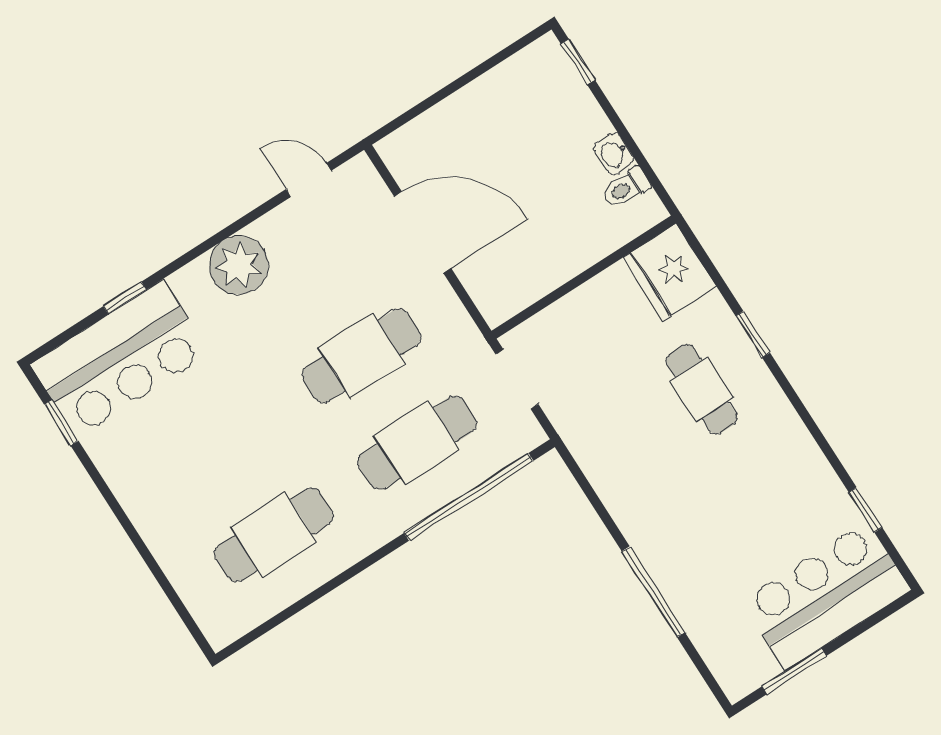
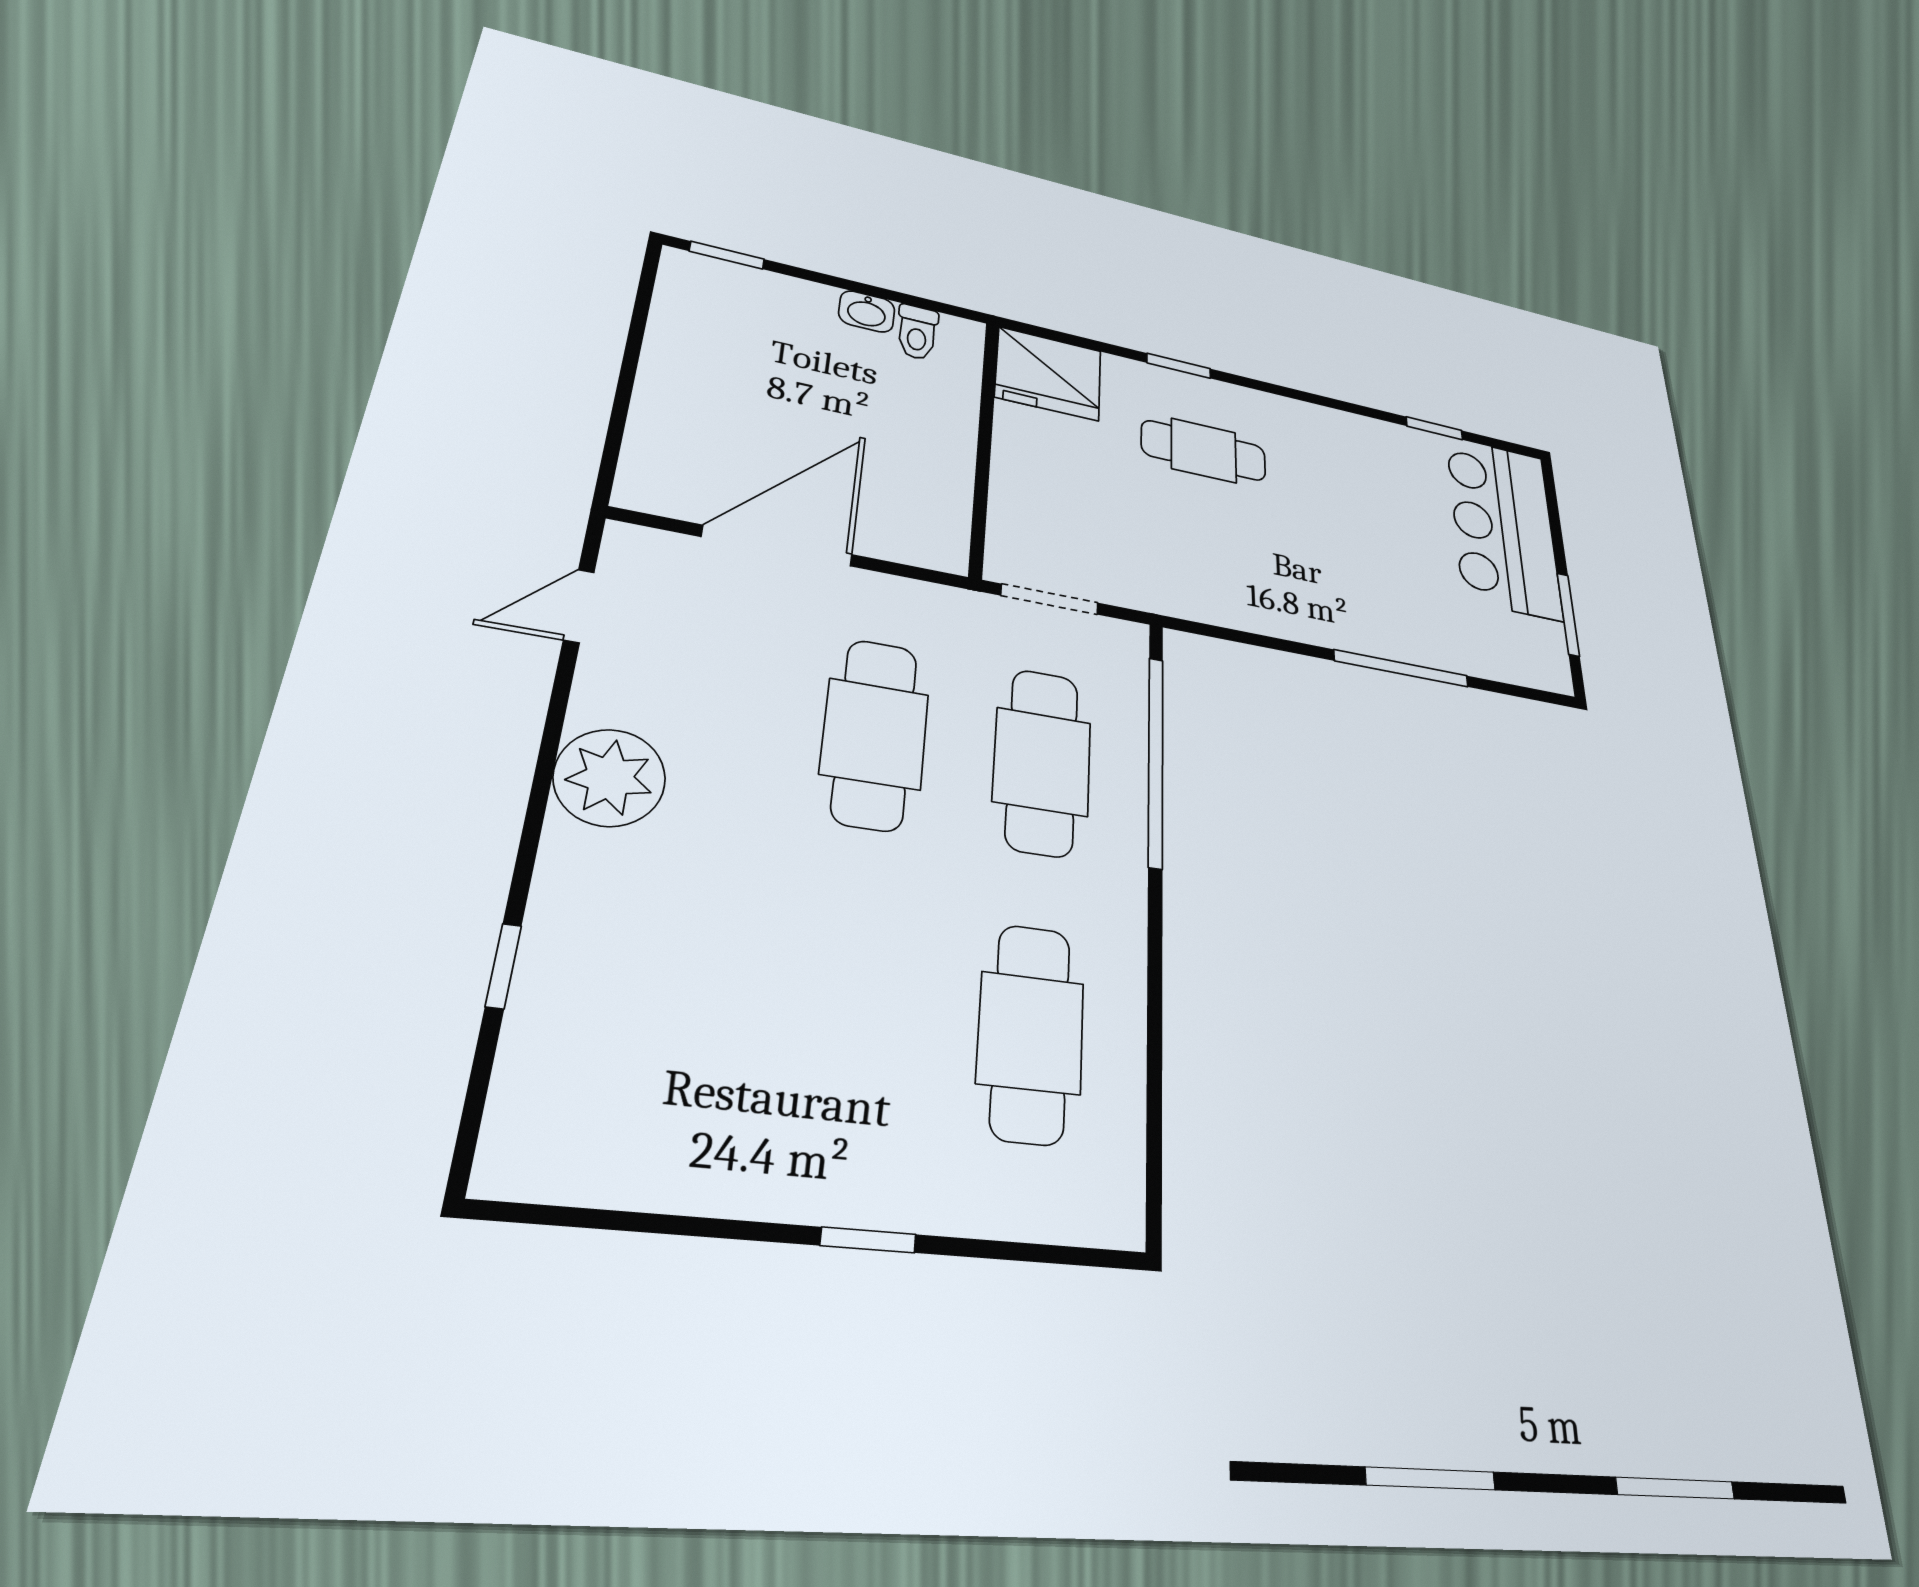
bar counter: (120, 359) -> (590, 1047), removed
window: (61, 423) -> (868, 1240), moved

